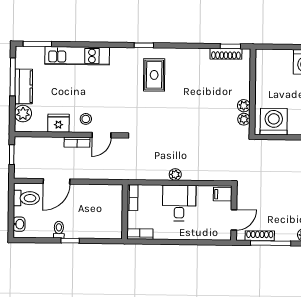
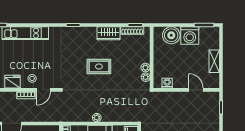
wardrobe: (193, 57) -> (108, 33), added
boiler: (280, 61) -> (171, 35), added
rug: (154, 75) -> (99, 67), moved, turned 90
washing machine: (274, 122) -> (167, 83), width x0.53, depth x0.53

